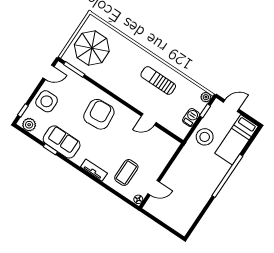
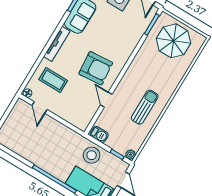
armchair: (99, 114) -> (96, 68), moved
barbecue: (191, 118) -> (99, 135), moved
tv unit: (94, 170) -> (57, 44), width x1.41

